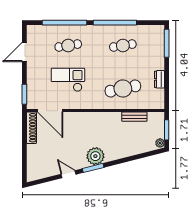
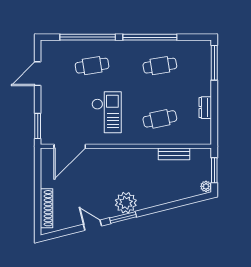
checkout: (68, 80) -> (107, 112), moved, turned 90
cafe table: (123, 89) -> (160, 119), width x0.73, depth x0.74
door: (50, 111) -> (70, 146), hinge flipped
shoe rack: (31, 128) -> (47, 208), moved

